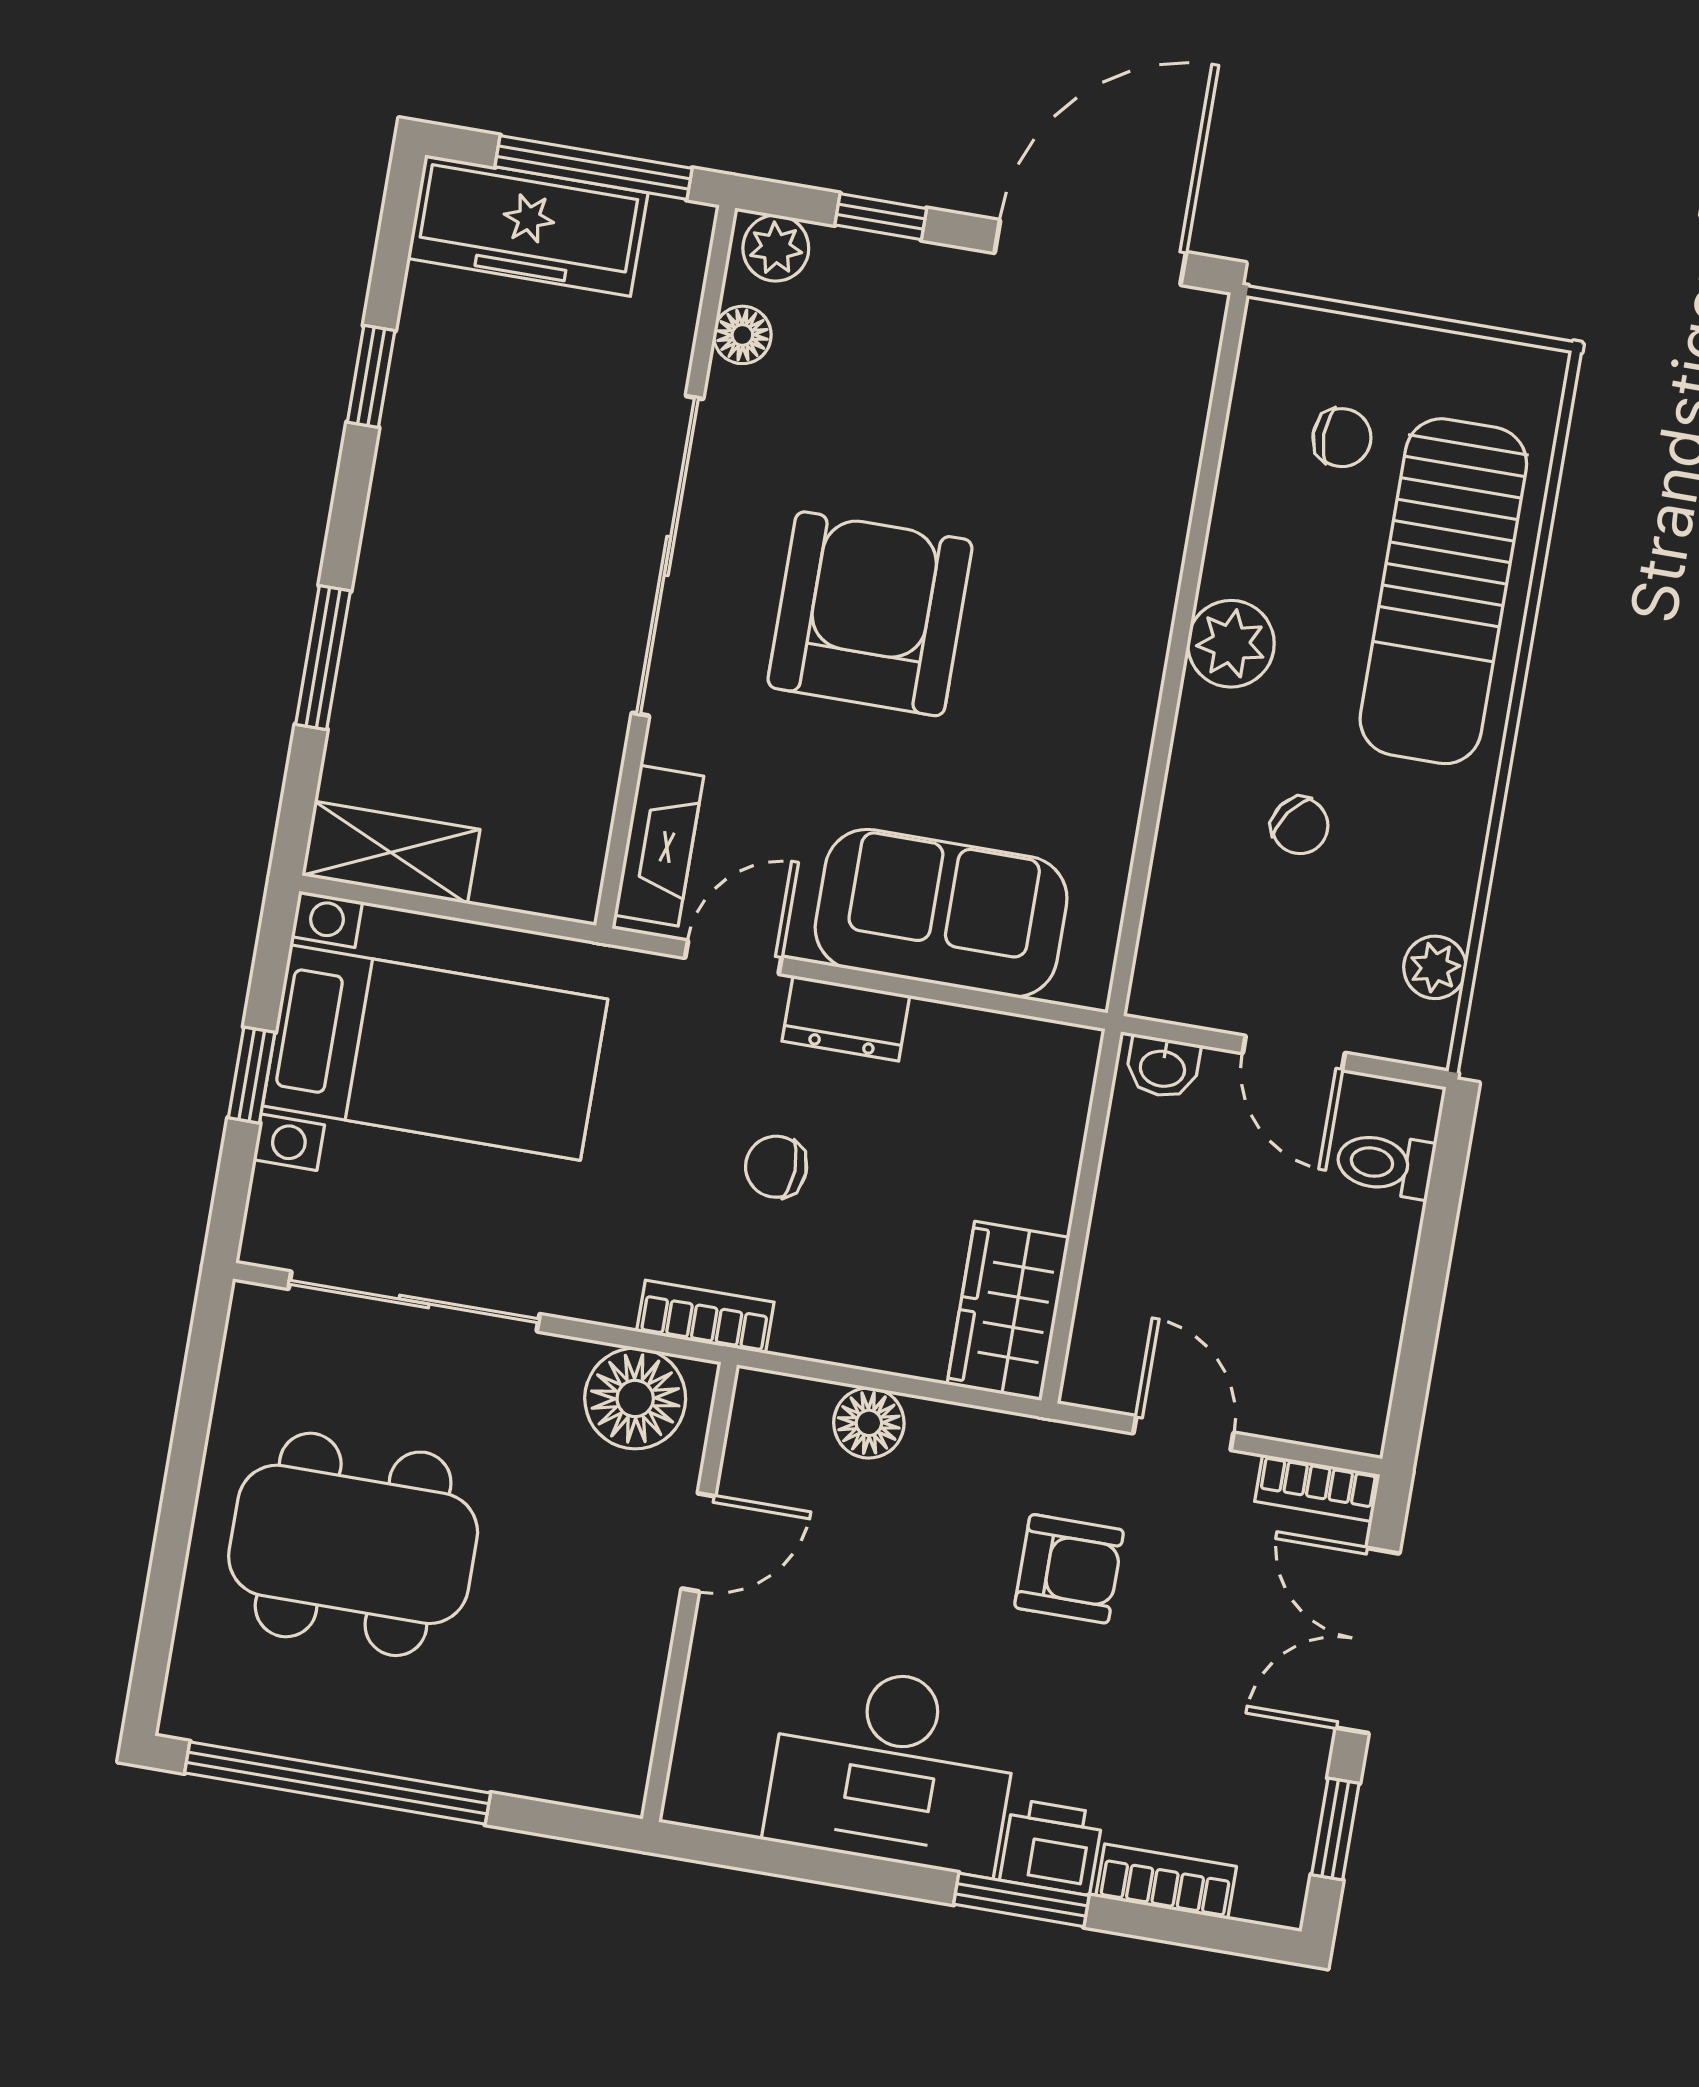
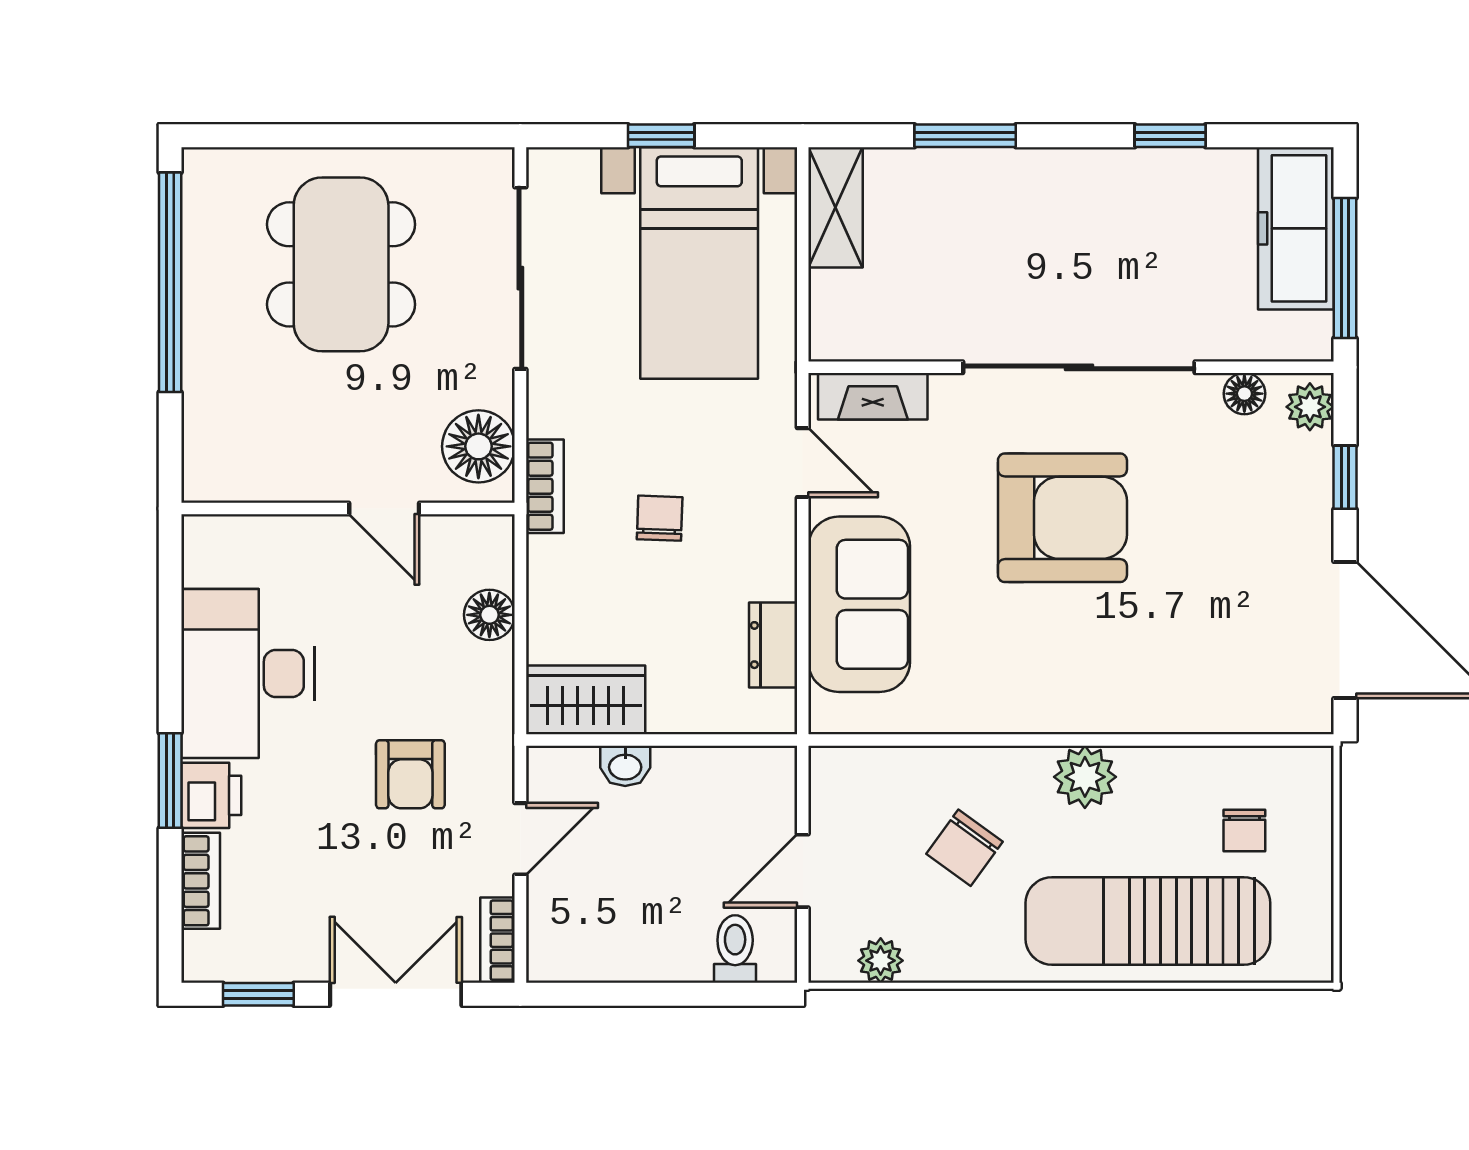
chair: (1300, 826) -> (964, 848), width x1.37, depth x1.37
dresser: (846, 1018) -> (773, 645), moved
washbasin: (1163, 1067) -> (625, 766), moved, turned -90

